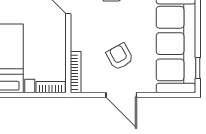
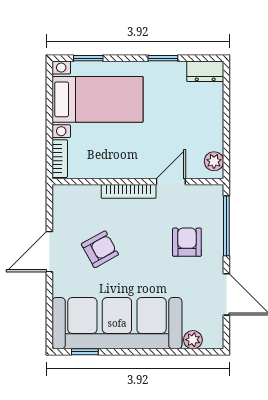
bookcase: (76, 72) -> (129, 191), moved

